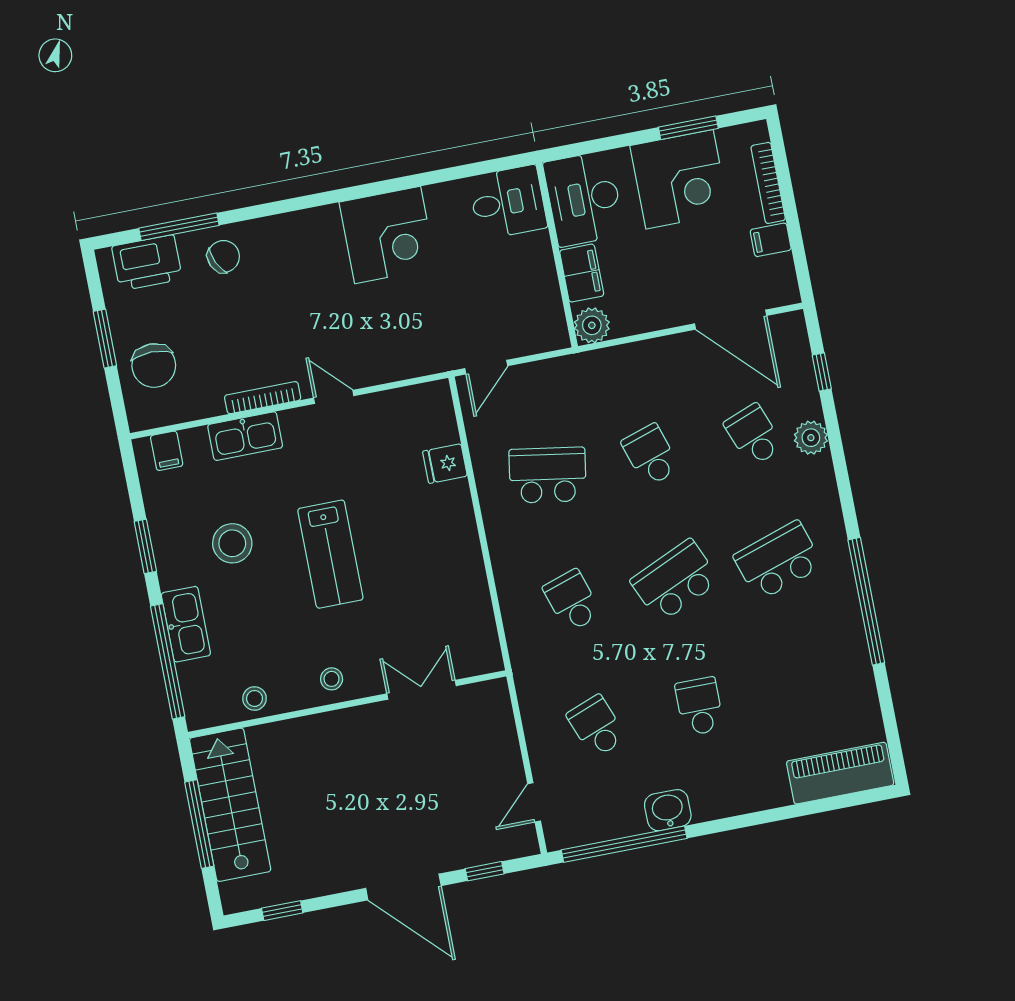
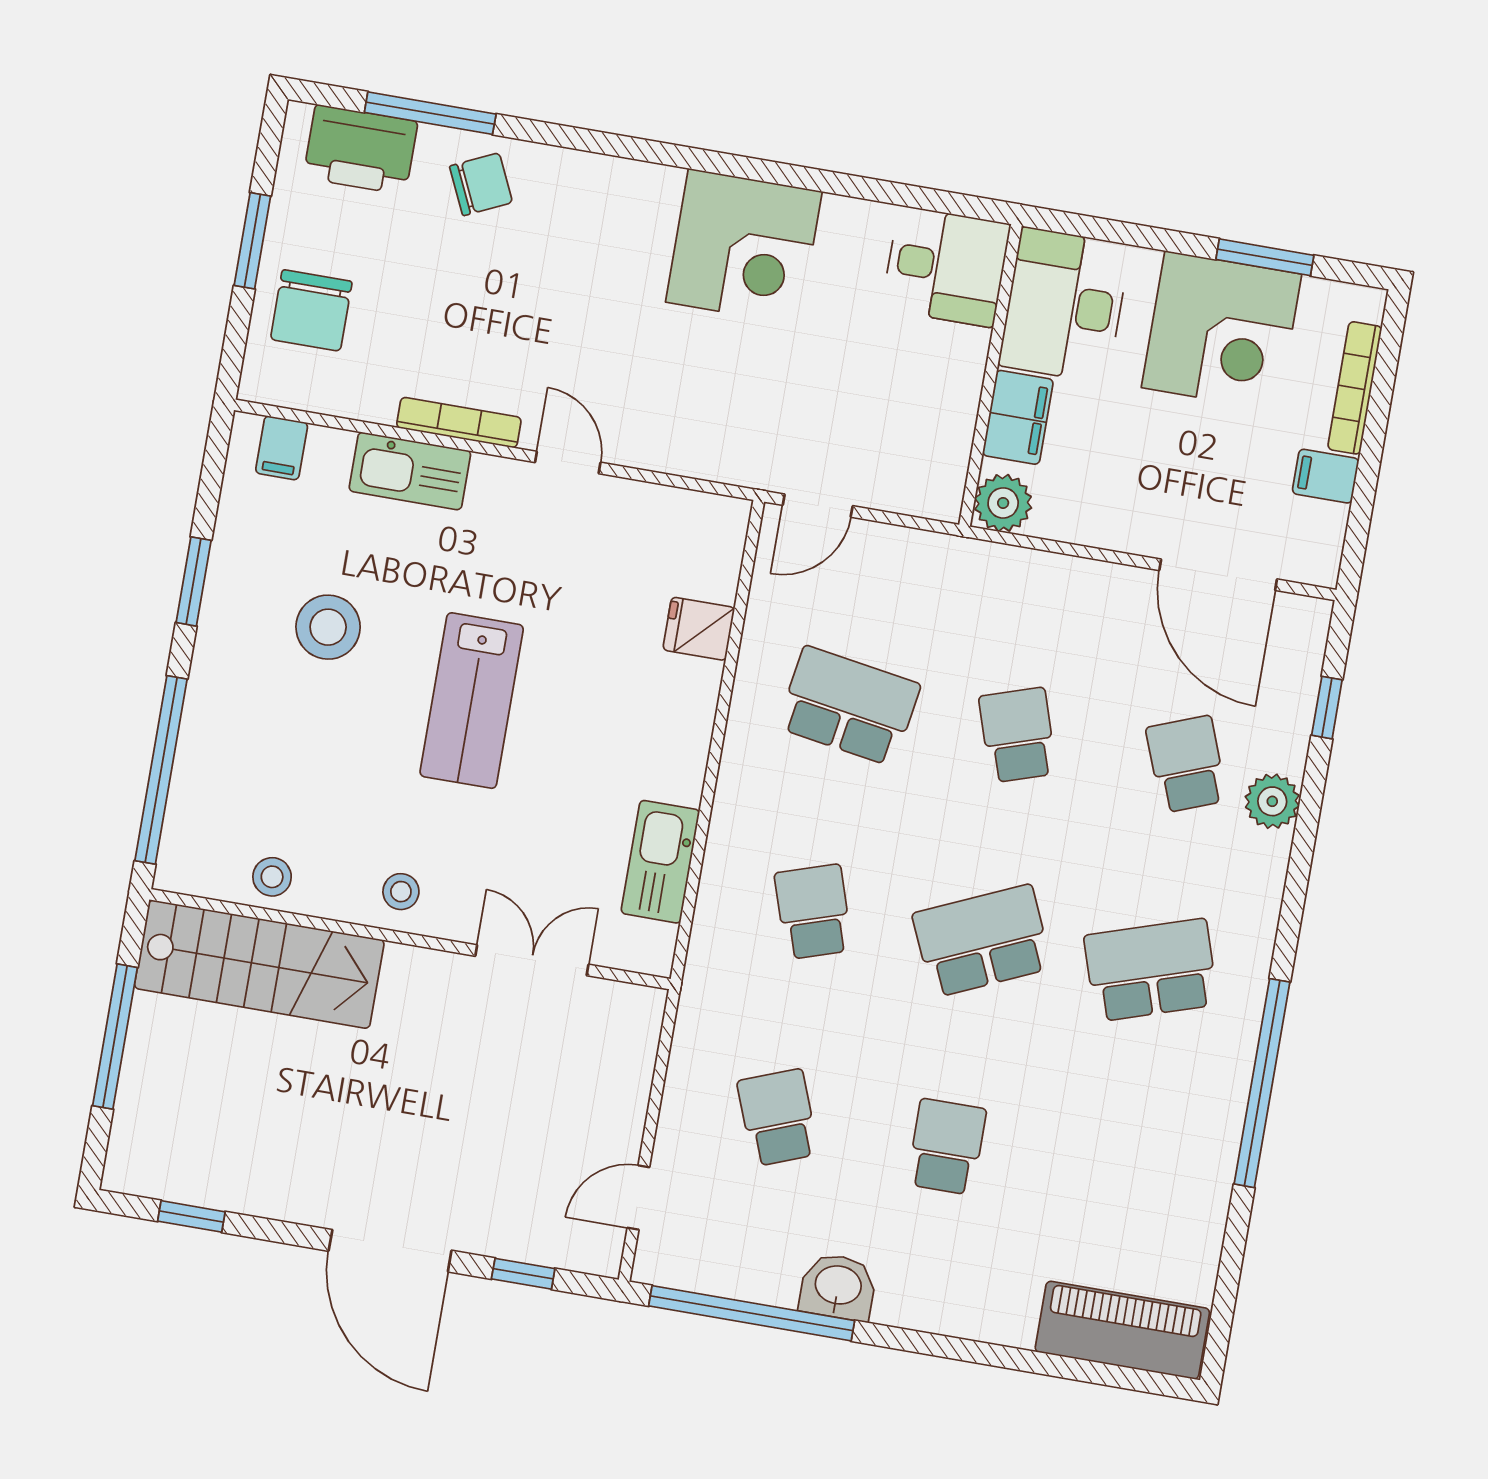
kitchen sink: (186, 624) -> (660, 862), moved, turned 180
stairs: (230, 805) -> (259, 964), moved, turned 90

